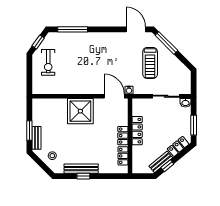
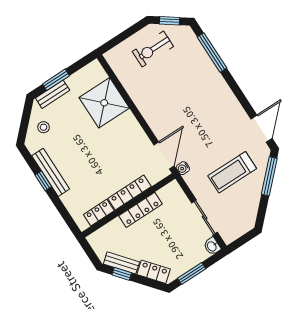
shower: (80, 111) -> (104, 103), moved
locker: (123, 136) -> (129, 192), width x1.53

